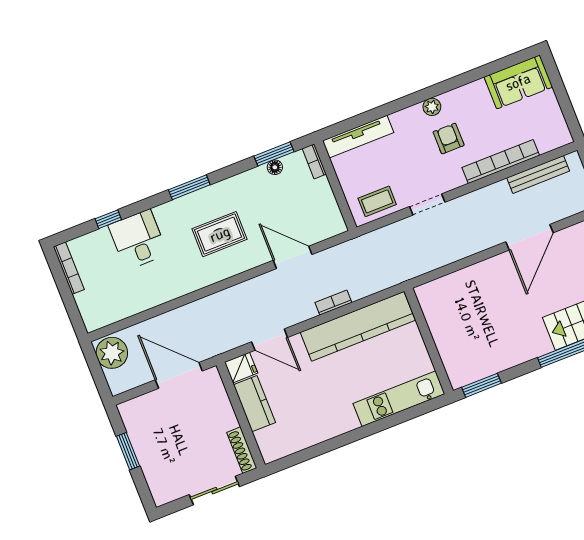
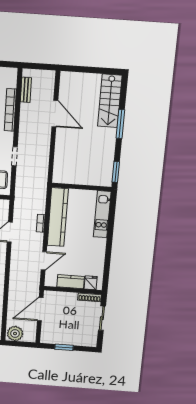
bench: (538, 174) -> (26, 90), width x0.73
fridge: (241, 368) -> (91, 283), moved

